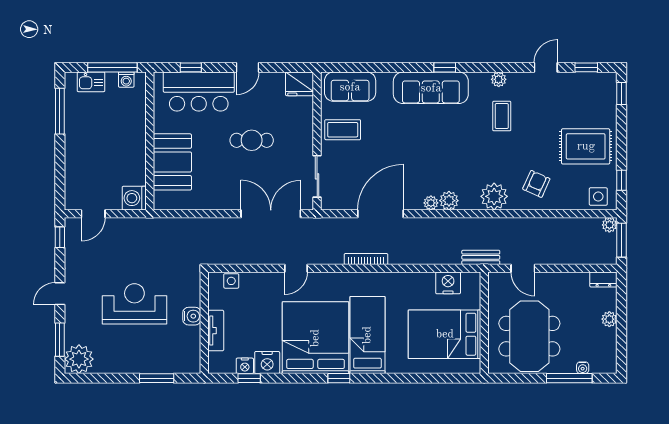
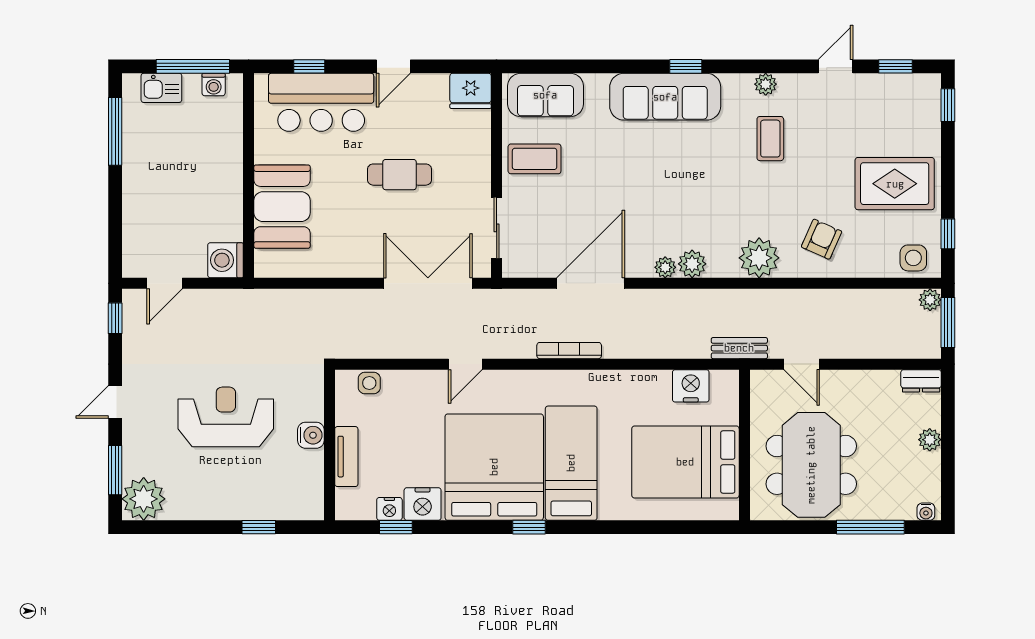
water cooler: (583, 368) -> (926, 512), moved
window: (157, 378) -> (259, 527), width x0.67

